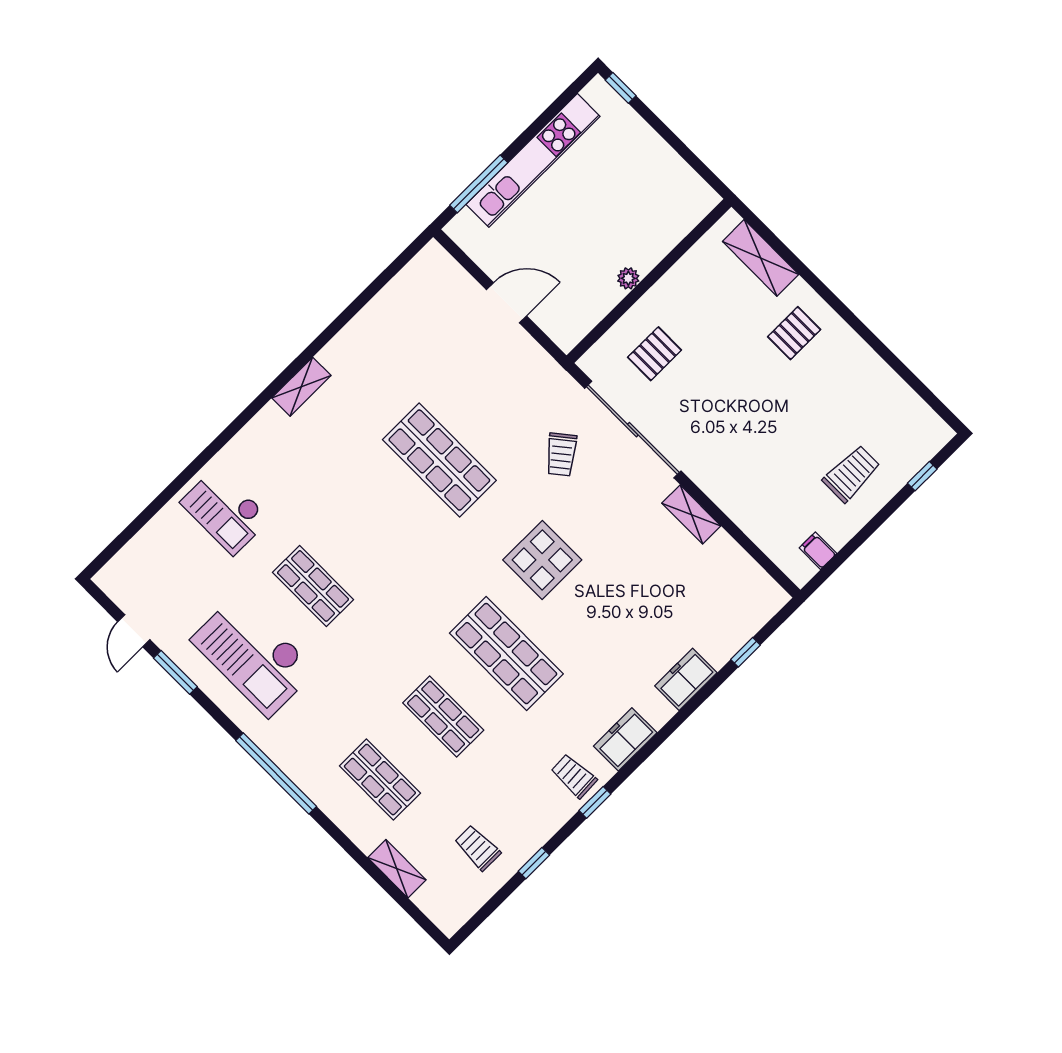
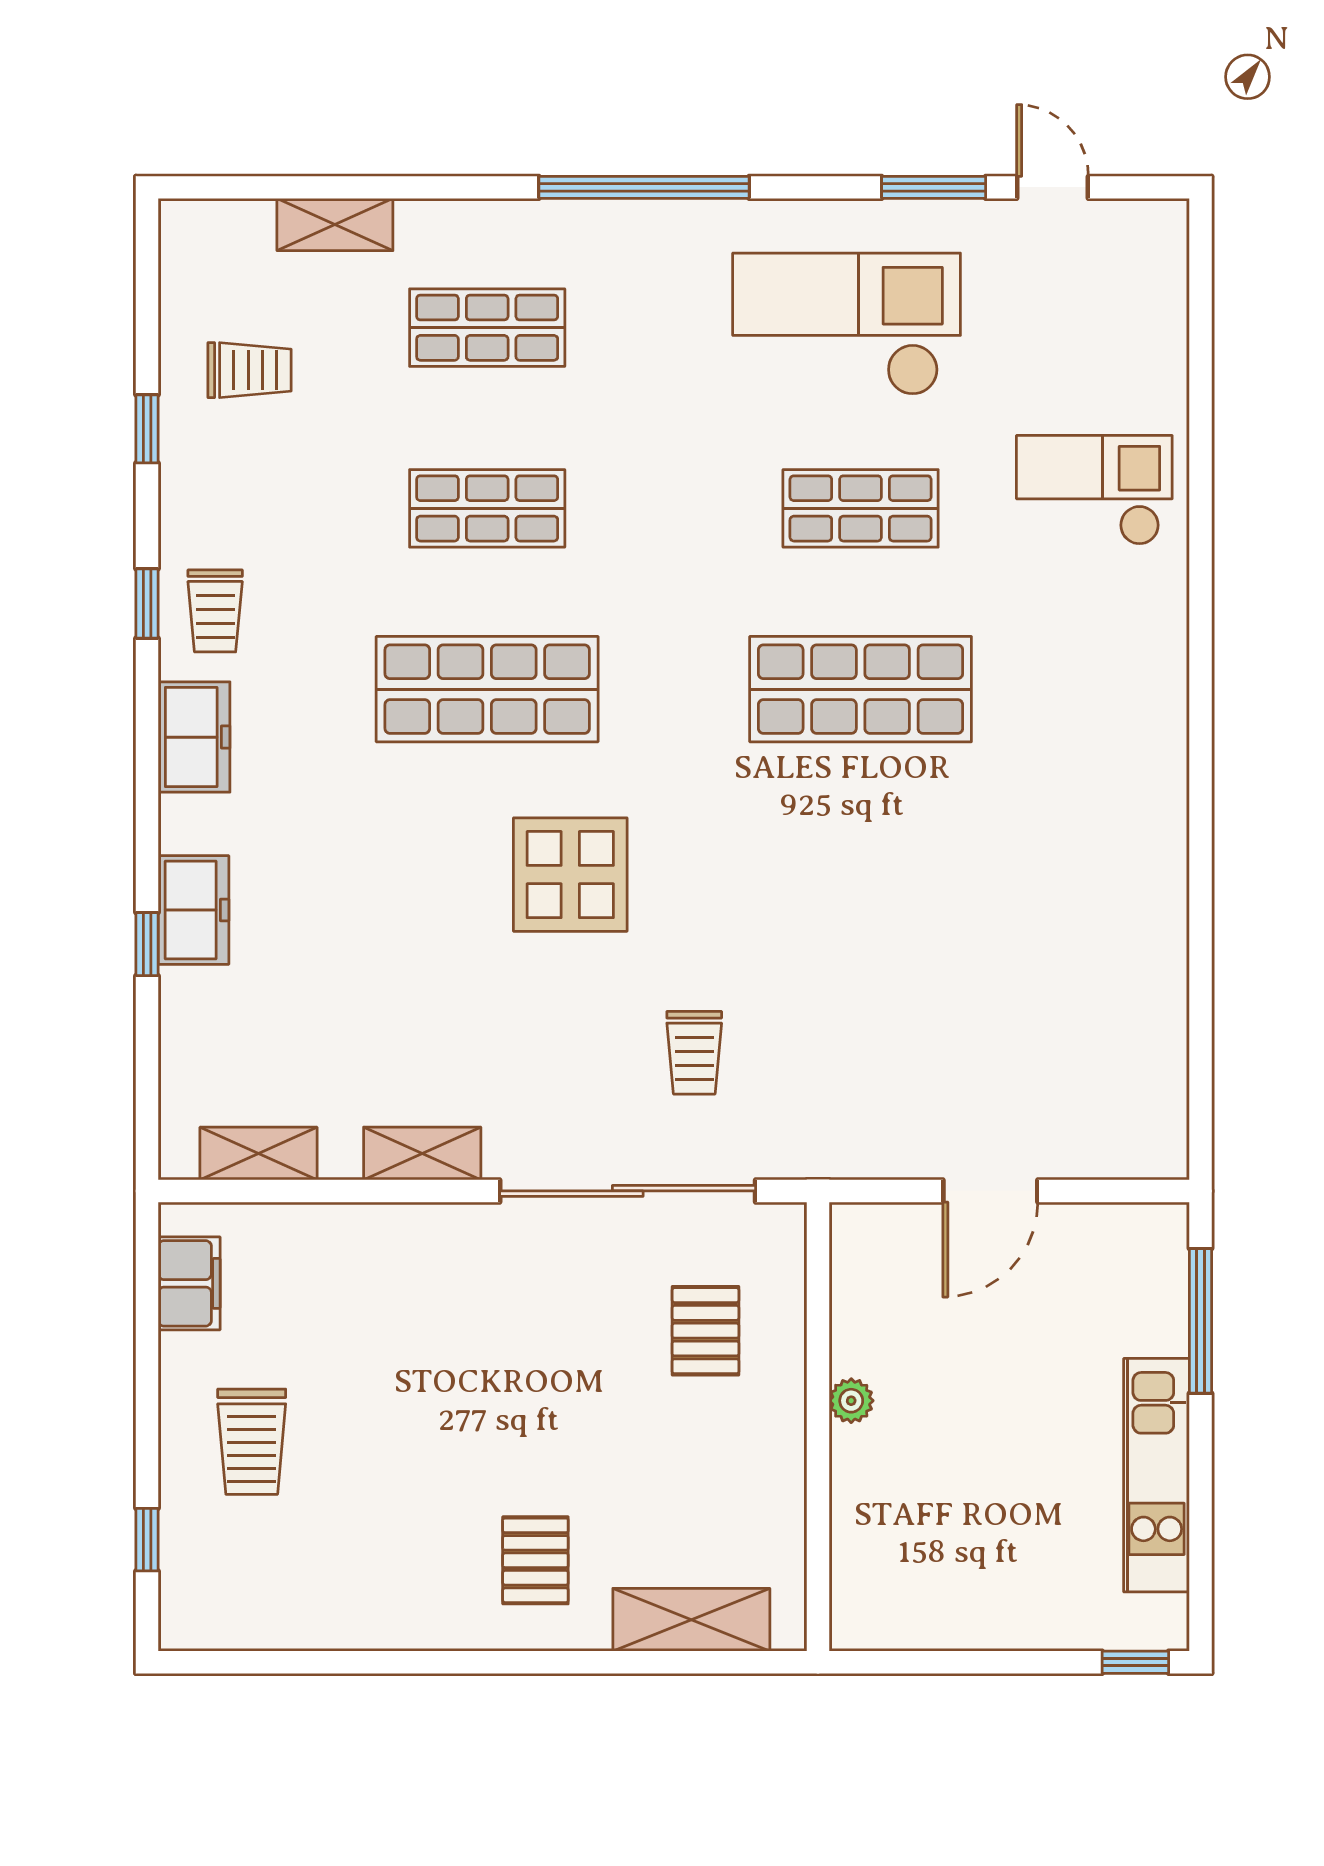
kitchen unit: (533, 160) -> (1157, 1475), width x0.73
shelving: (301, 387) -> (258, 1154), moved, turned 90
trolley: (561, 454) -> (694, 1053), turned -141
shop shelf: (439, 460) -> (861, 689), moved
filing cabinet: (818, 551) -> (189, 1283), width x2.00
window: (745, 652) -> (147, 944), moved
trolley: (574, 776) -> (215, 611), turned 93

